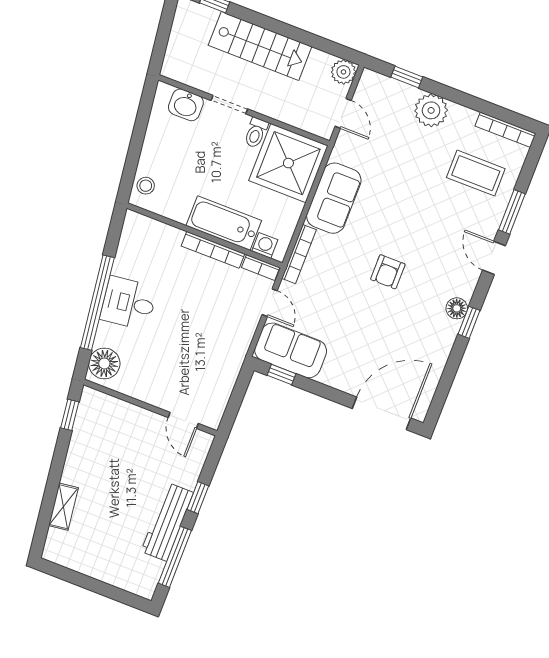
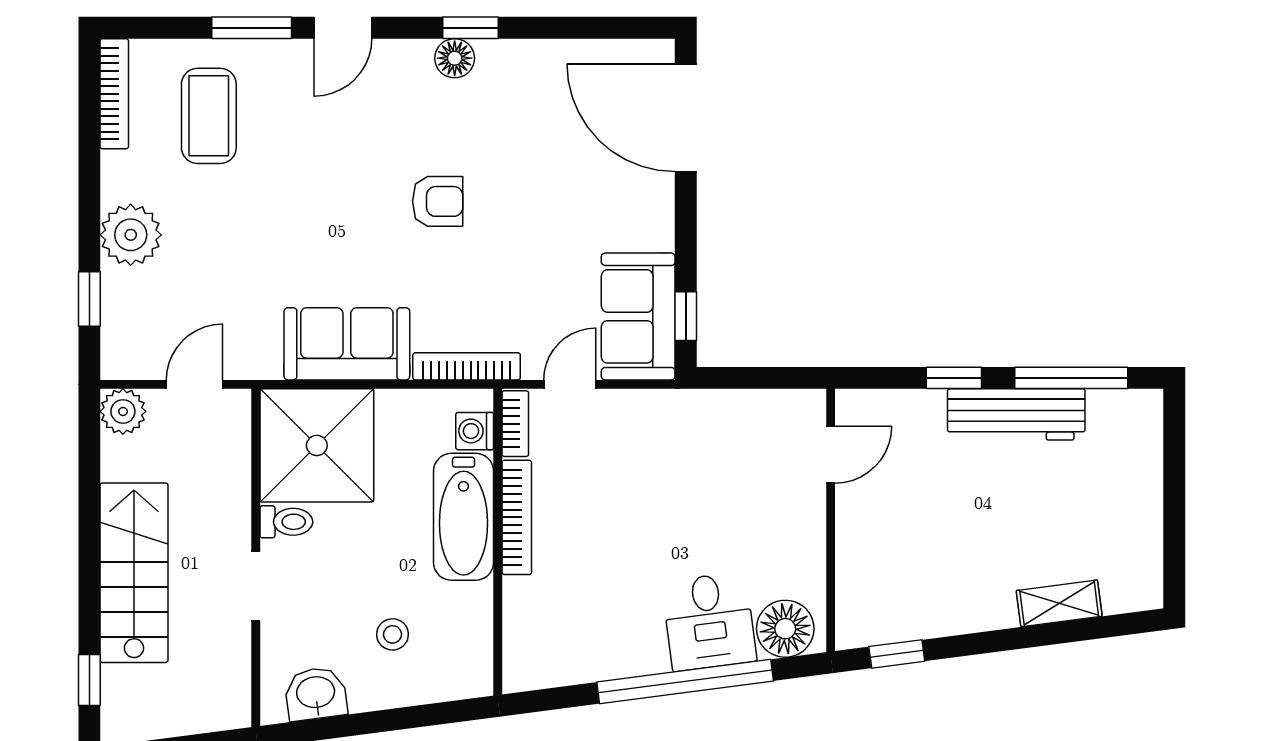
washbasin: (186, 105) -> (316, 694), moved, turned -97
stool: (146, 186) -> (392, 634), moved
desk: (129, 303) -> (709, 621), moved

